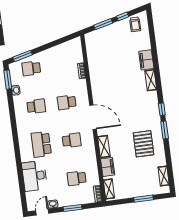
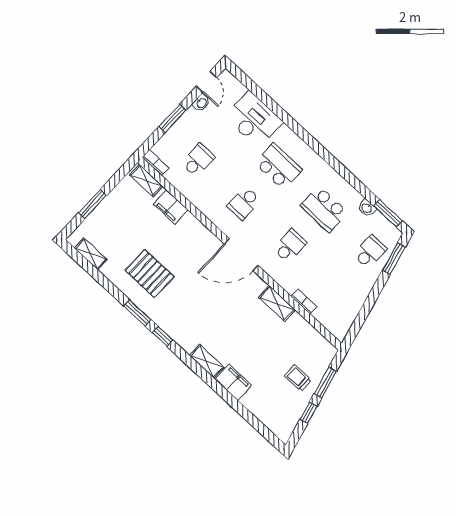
trolley: (135, 24) -> (298, 378), moved
school desk: (36, 106) -> (324, 209), width x1.85
shelving: (104, 147) -> (277, 304), moved

